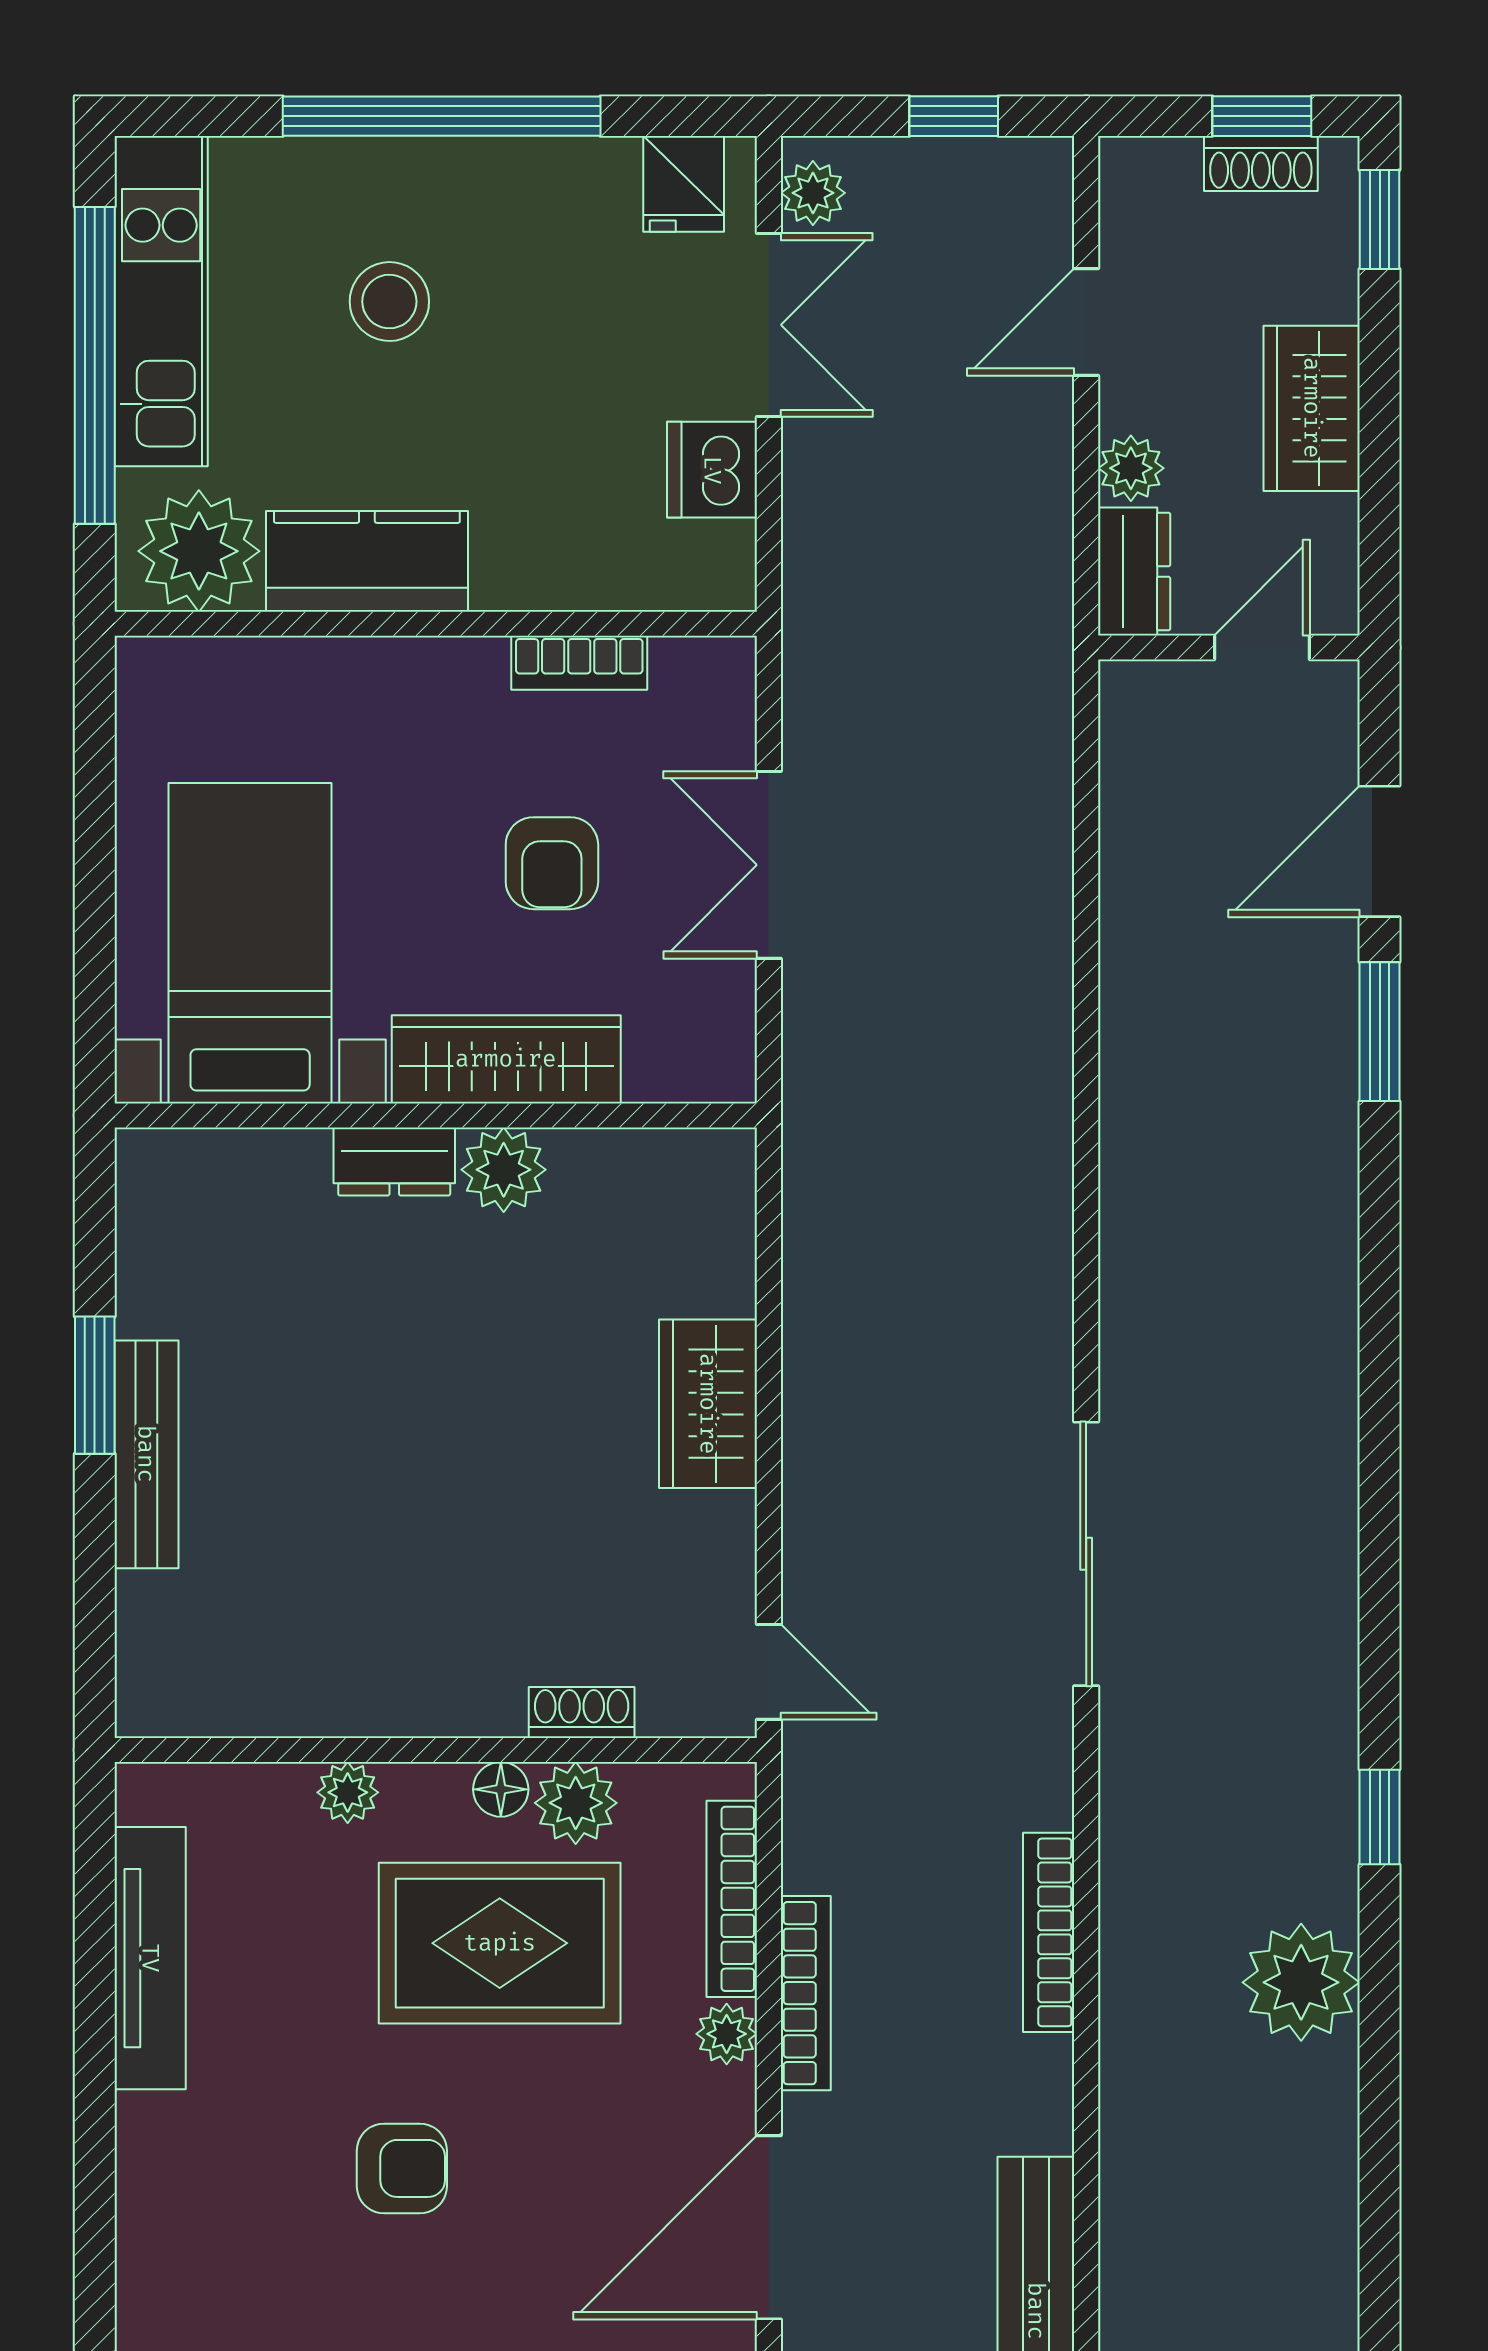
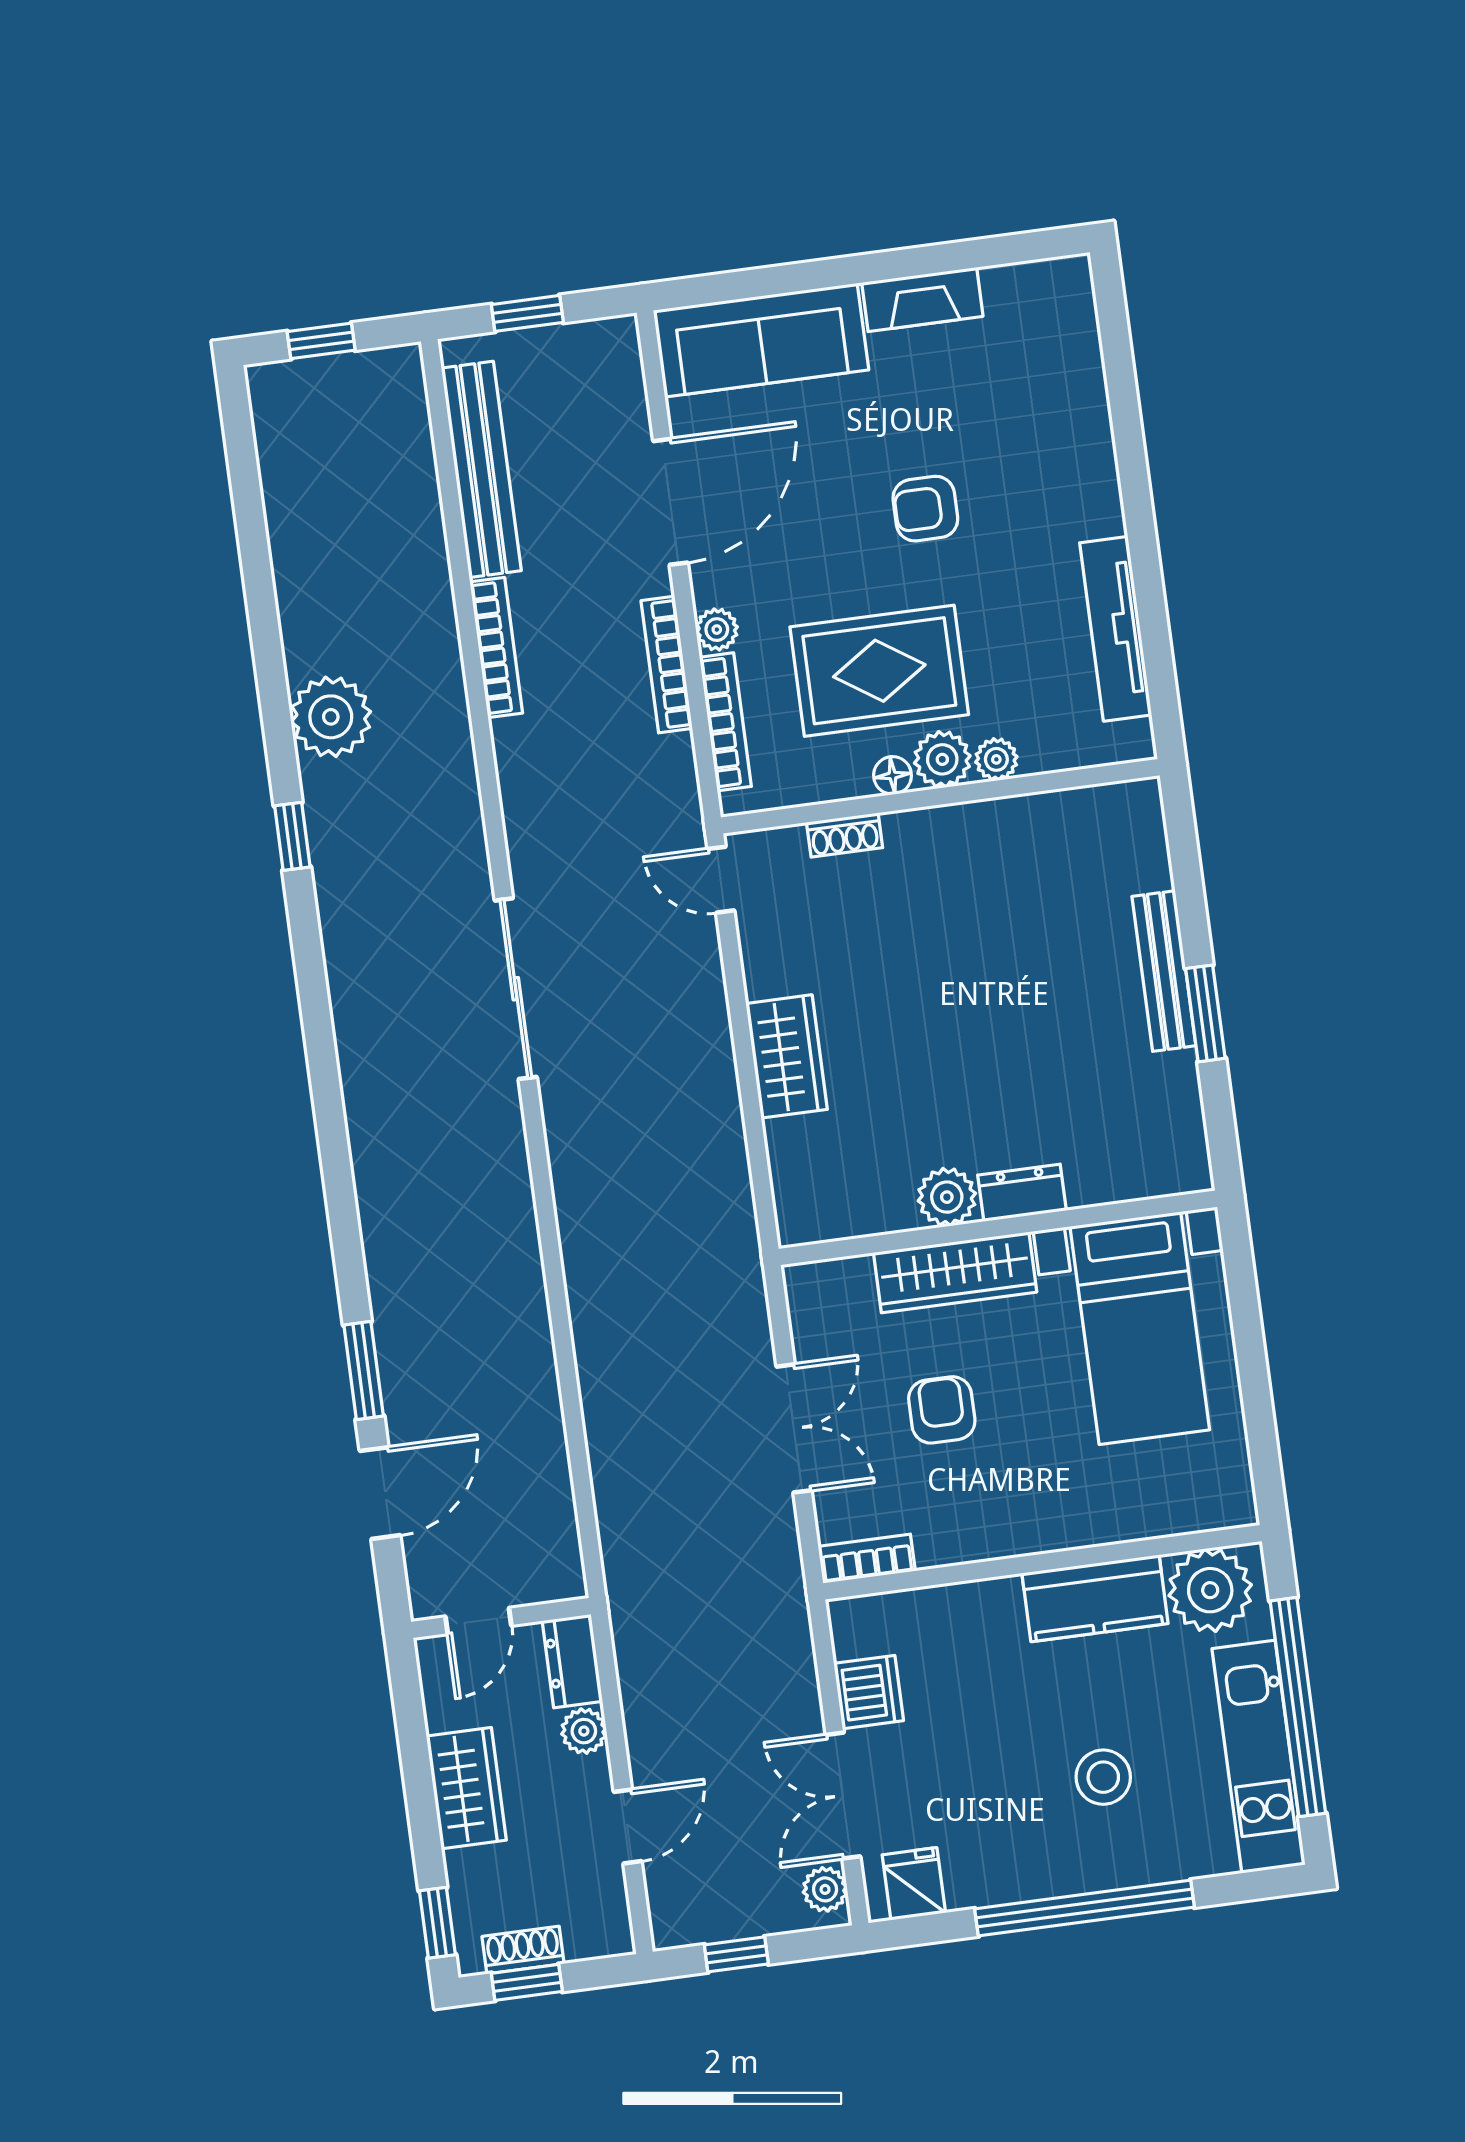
bookcase: (579, 663) -> (867, 1559), moved
plant: (576, 1803) -> (942, 759), moved
bookcase: (1049, 1932) -> (496, 647), moved

